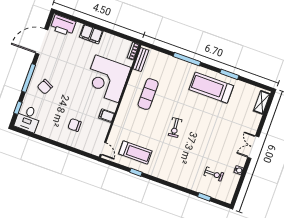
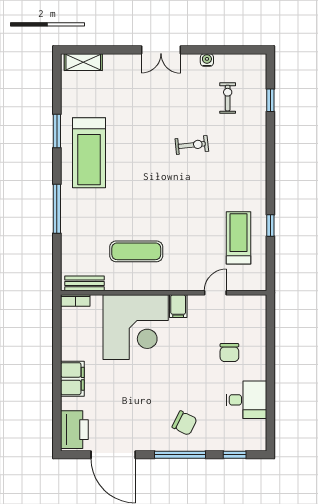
filing cabinet: (107, 116) -> (178, 306), moved
desk: (28, 119) -> (246, 400), moved
exercise bike: (175, 127) -> (192, 145), moved
door: (103, 149) -> (215, 293), moved

